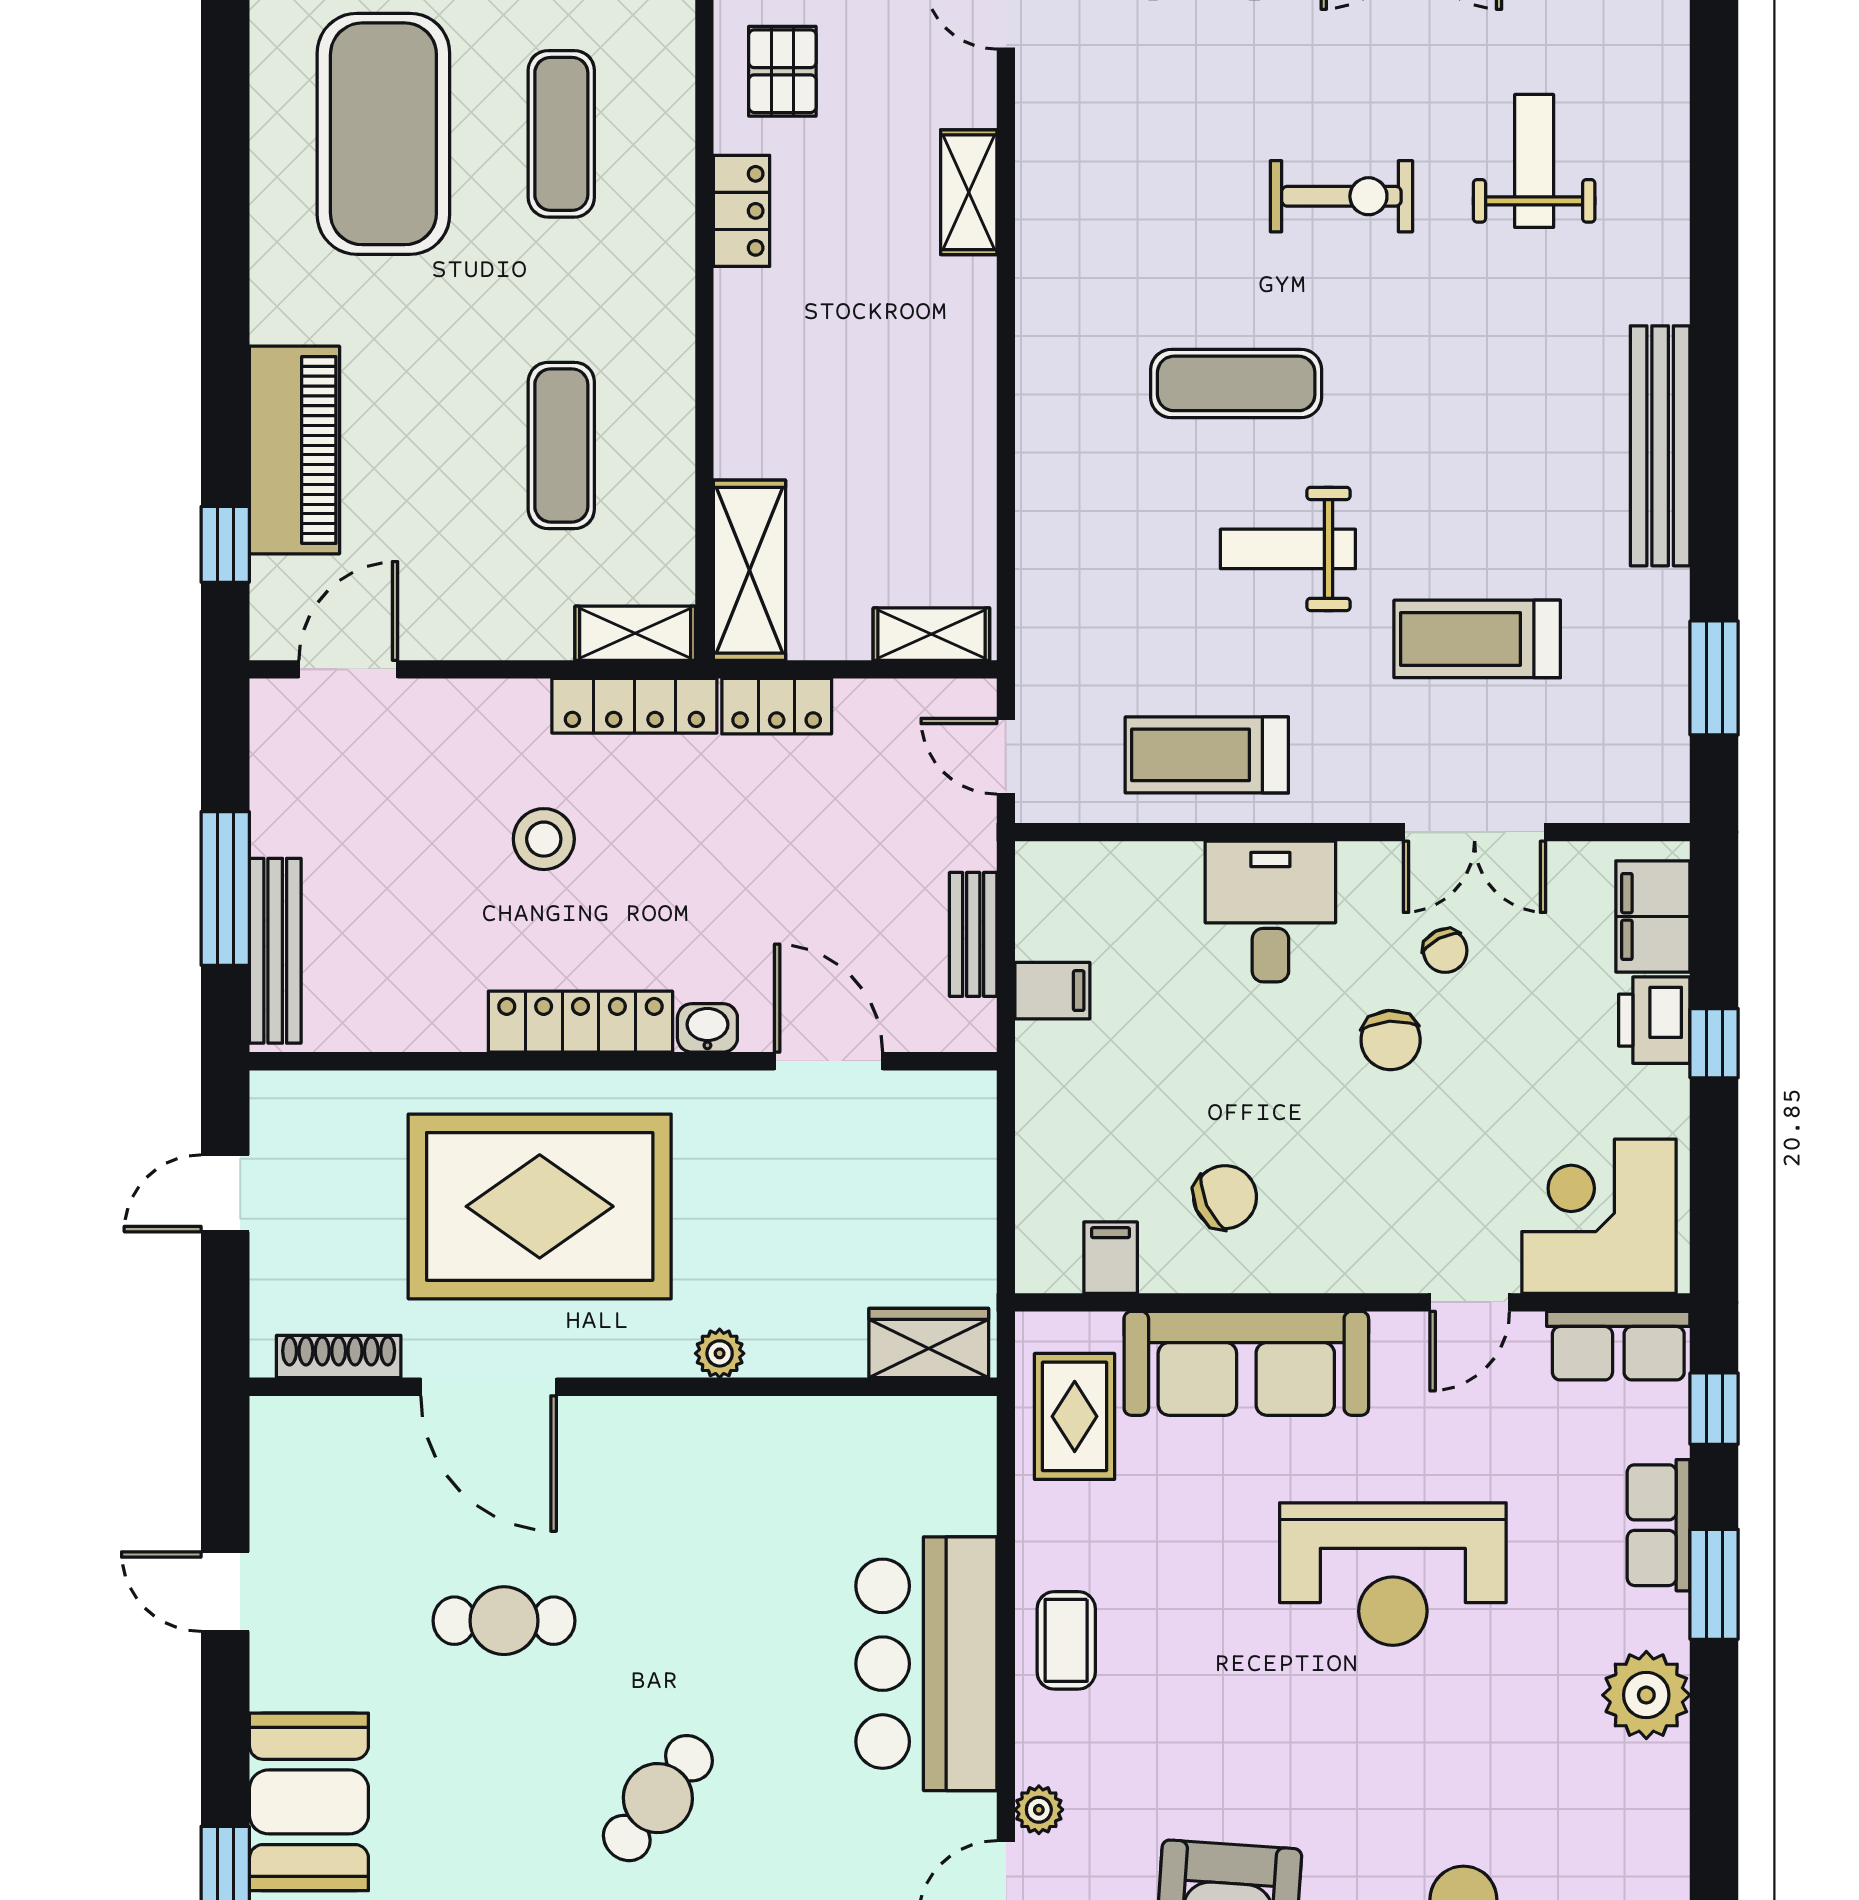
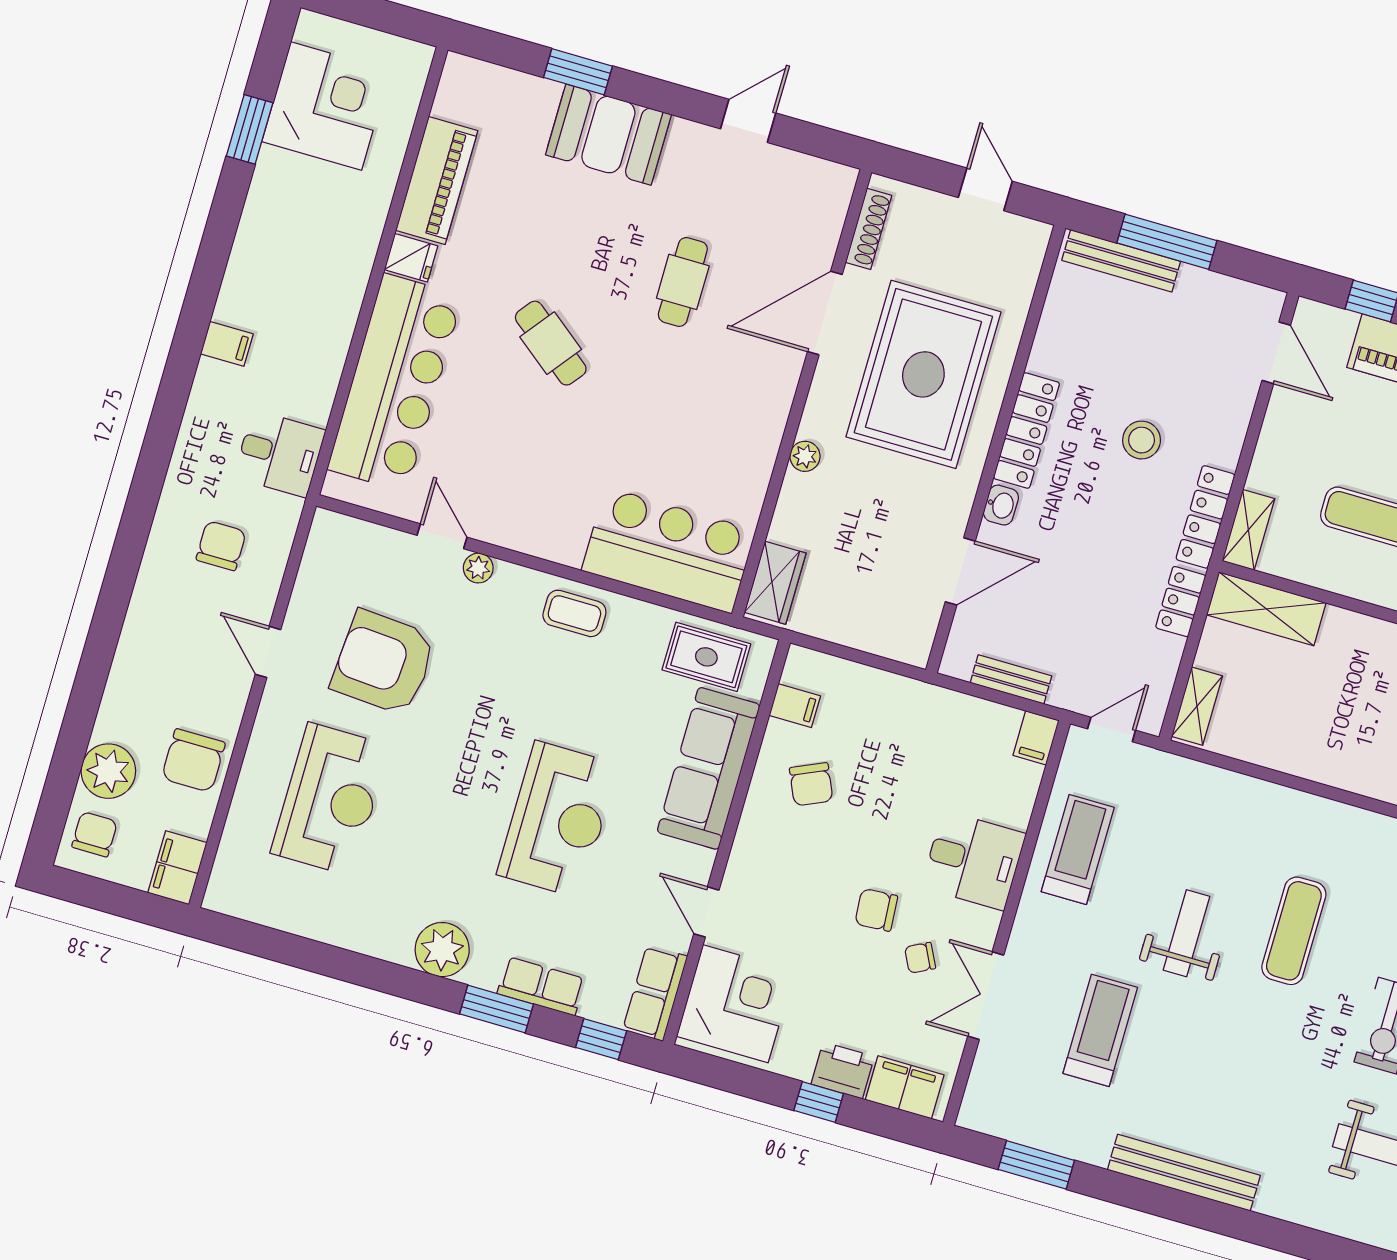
filing cabinet: (1052, 991) -> (1036, 738), moved
reception desk: (1393, 1574) -> (558, 819), turned 180
bar counter: (926, 1664) -> (669, 550), moved

